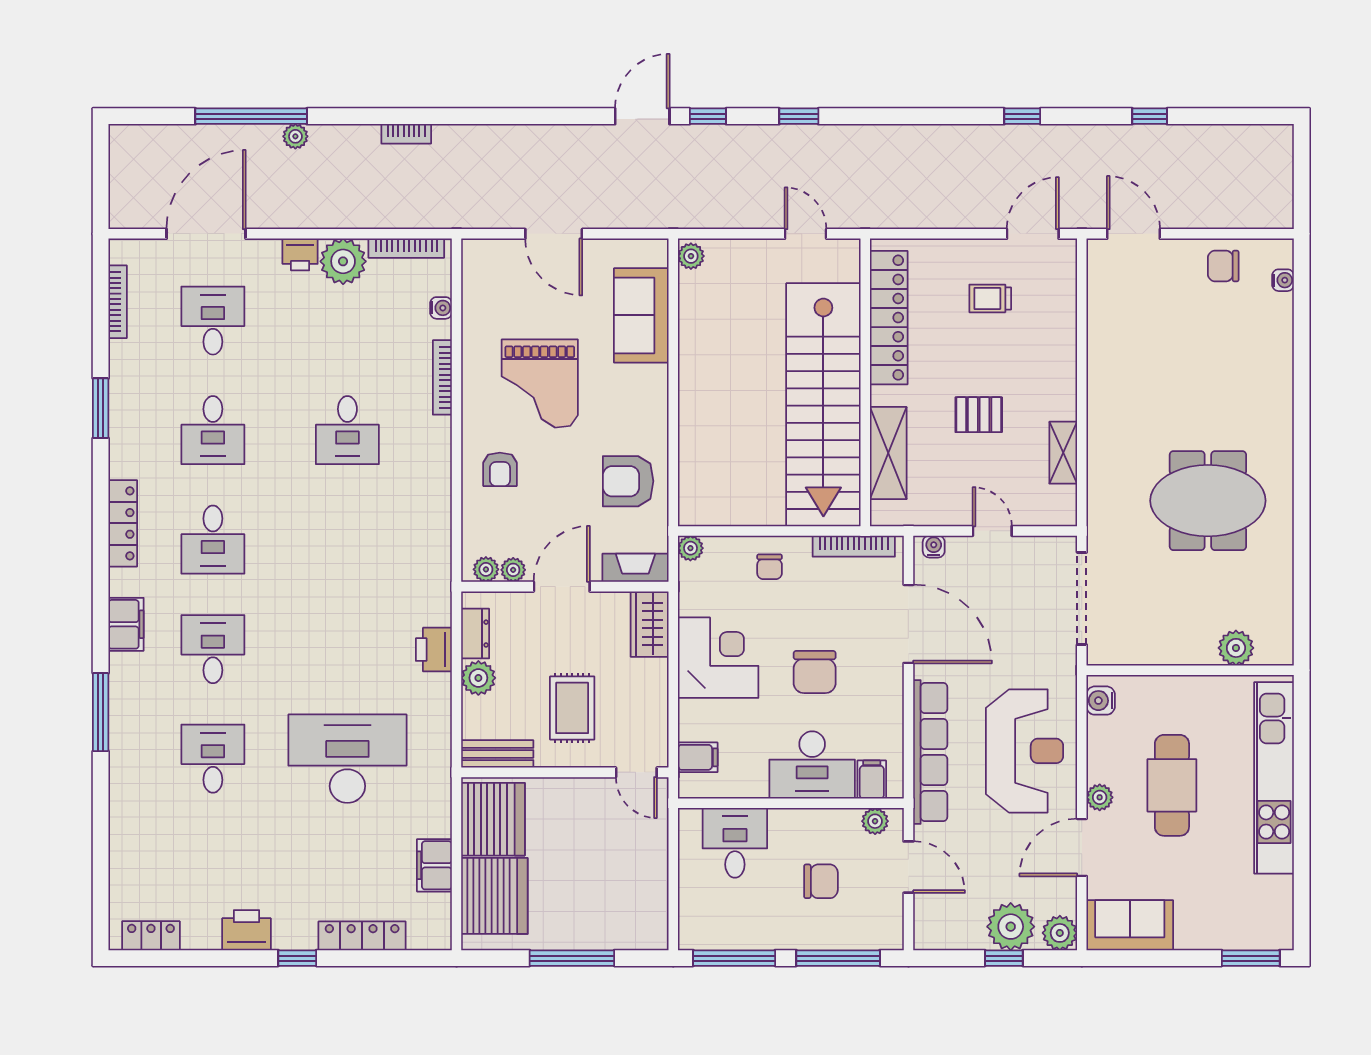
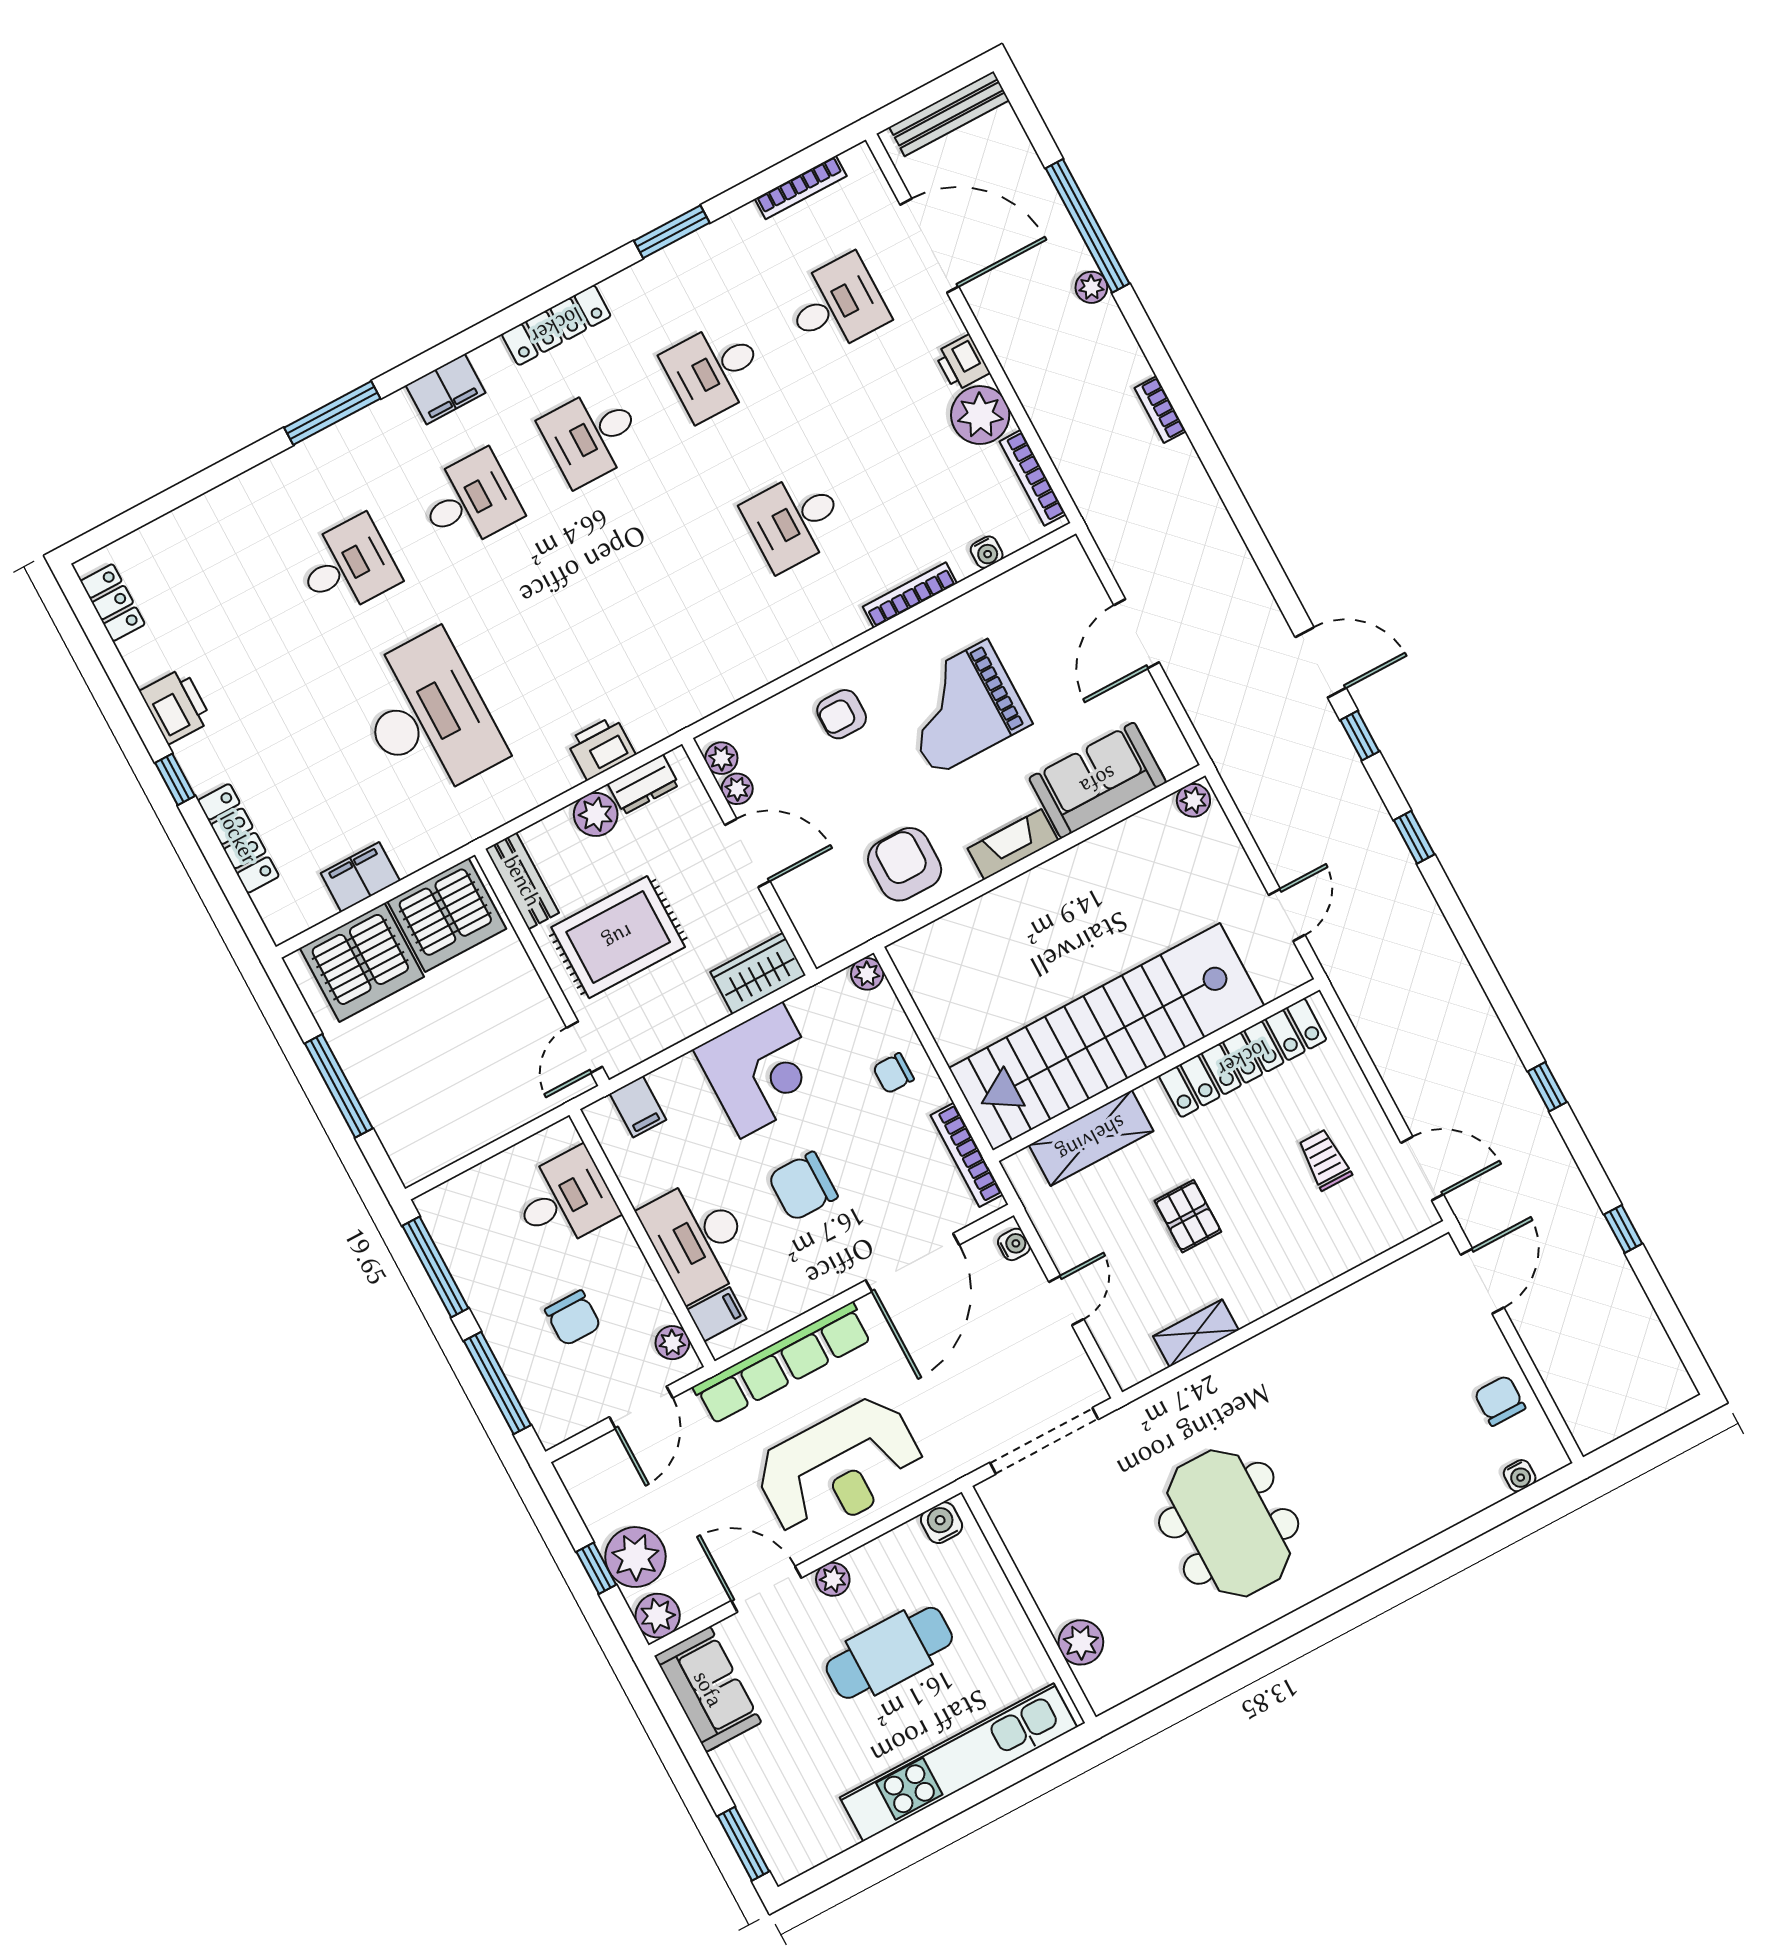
bench: (121, 171) -> (949, 114), added
fireplace: (635, 568) -> (1013, 844), moved, turned -90
rug: (572, 708) -> (618, 937), width x1.36, depth x1.43

